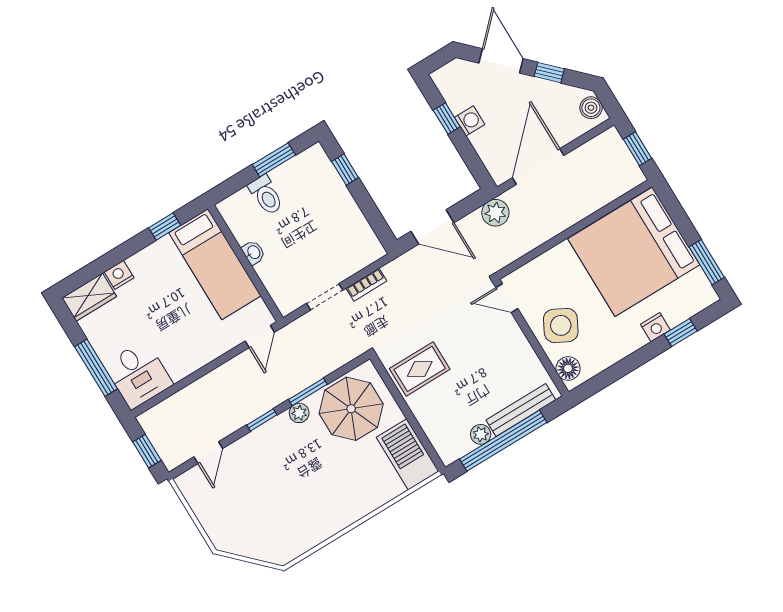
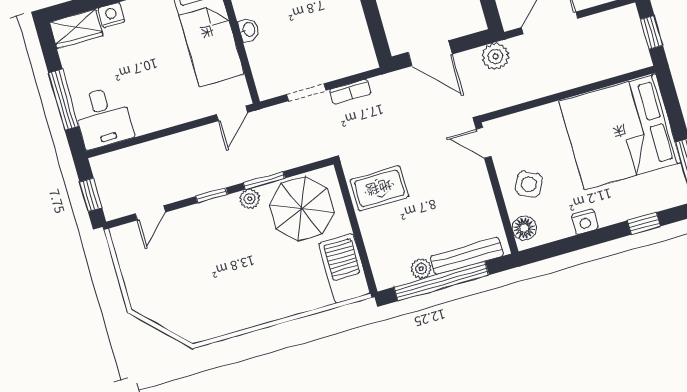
side table: (561, 325) -> (529, 184), width x0.73, depth x0.73
nightstand: (655, 327) -> (585, 222), moved

